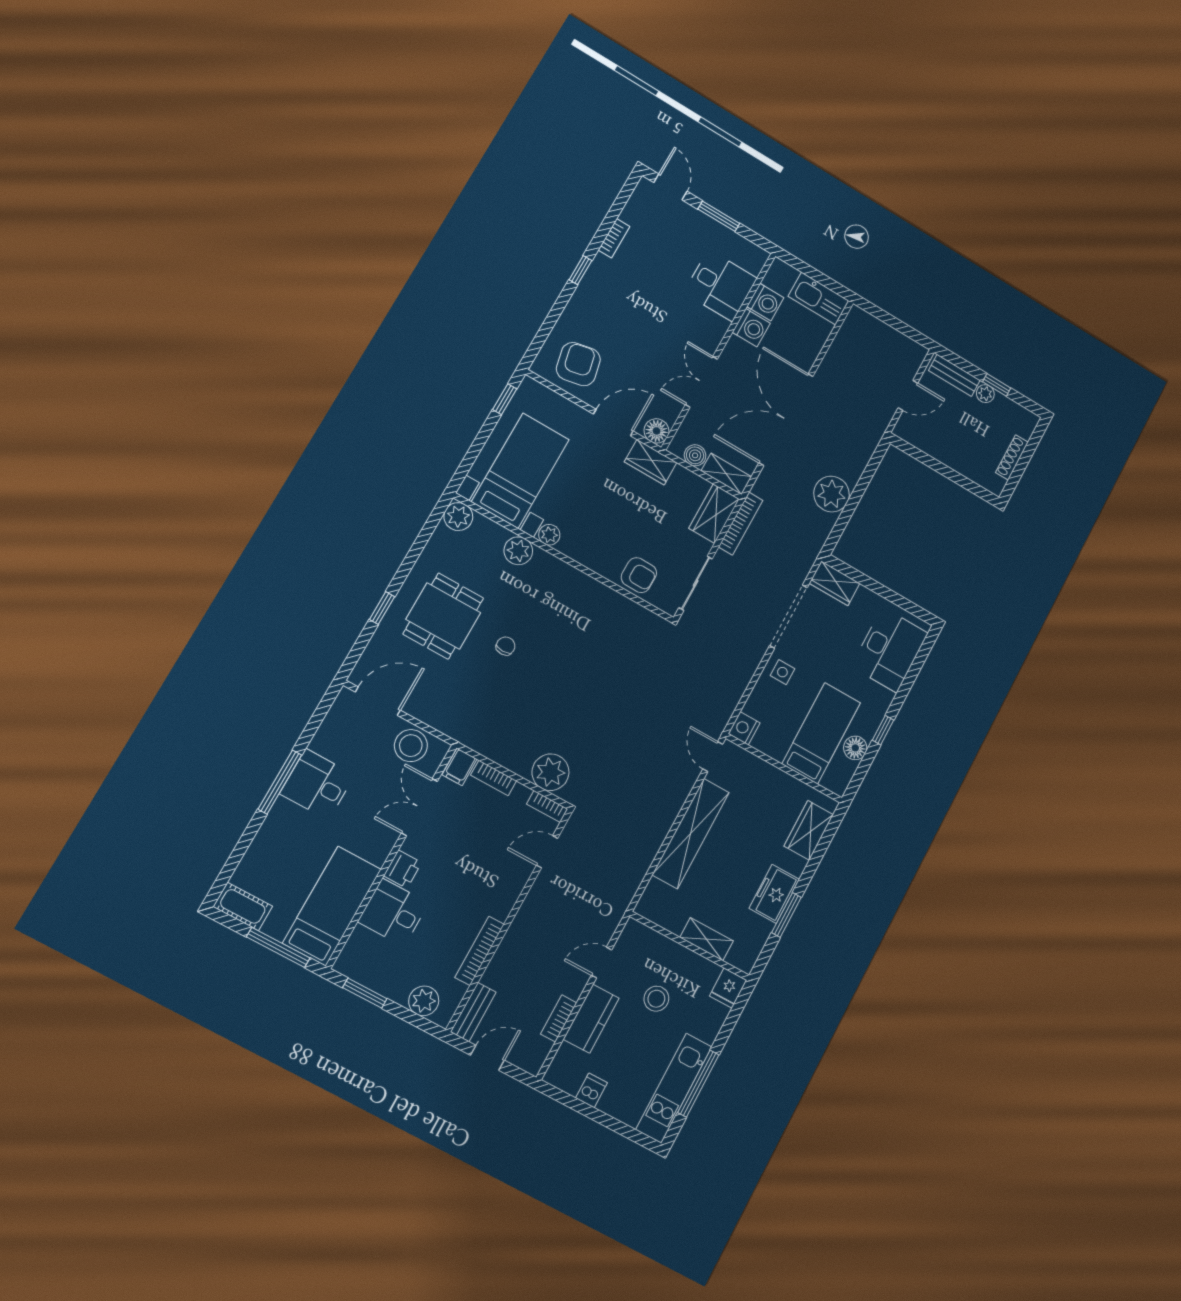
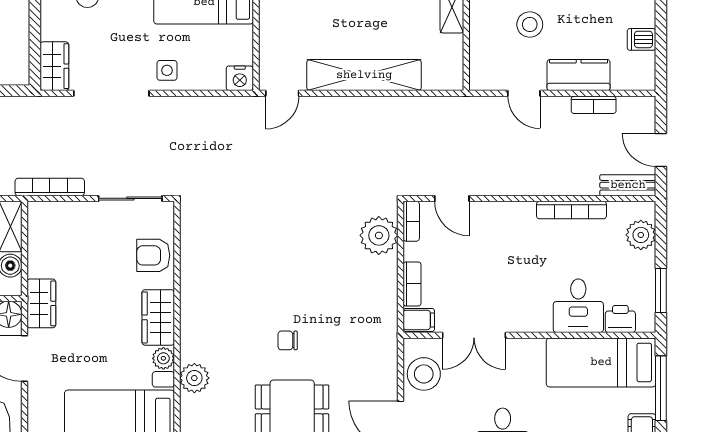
wardrobe: (714, 514) -> (158, 317), moved, turned 90
armchair: (639, 575) -> (153, 255), turned -91
printer: (403, 869) -> (620, 319), moved

